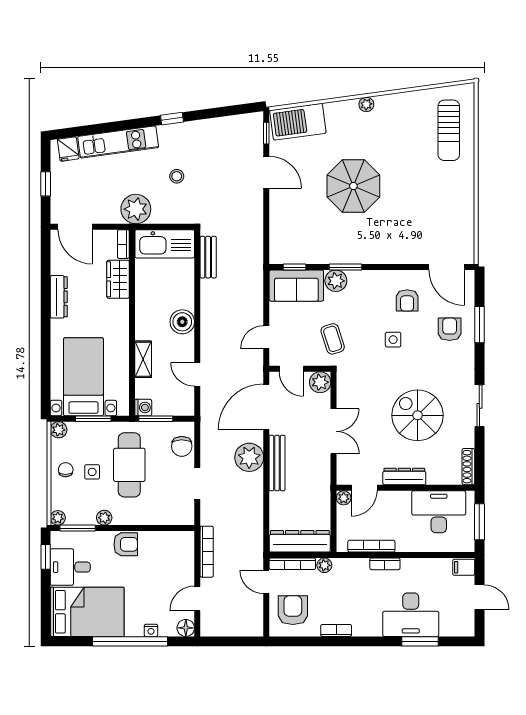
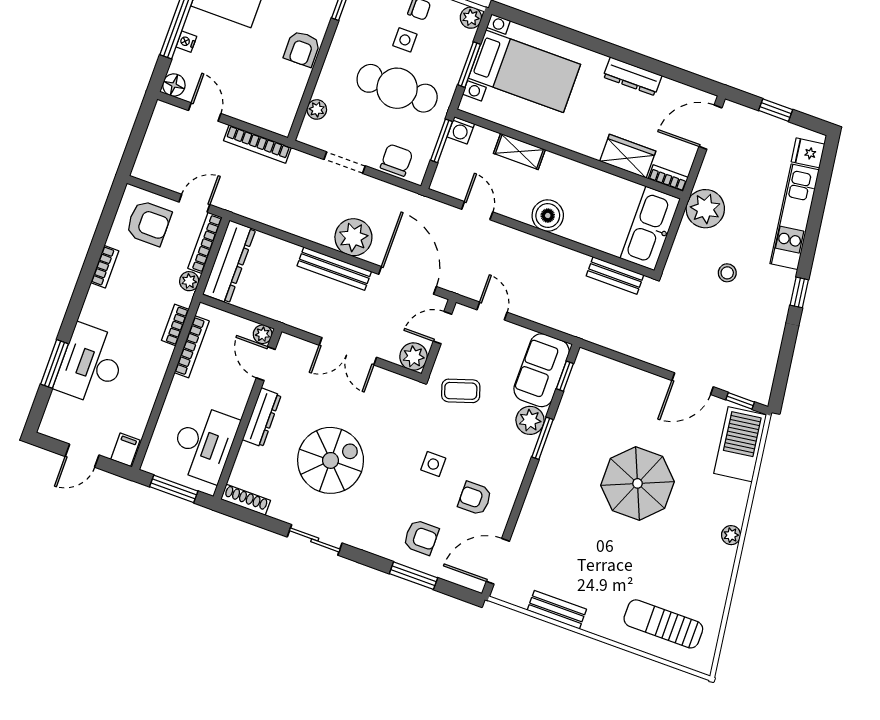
bench: (466, 211) -> (557, 610), added
door: (197, 374) -> (477, 211), hinge flipped
chair: (182, 446) -> (397, 160), turned 90
plant: (104, 518) -> (317, 109), moved
bookcase: (385, 564) -> (175, 325), moved

